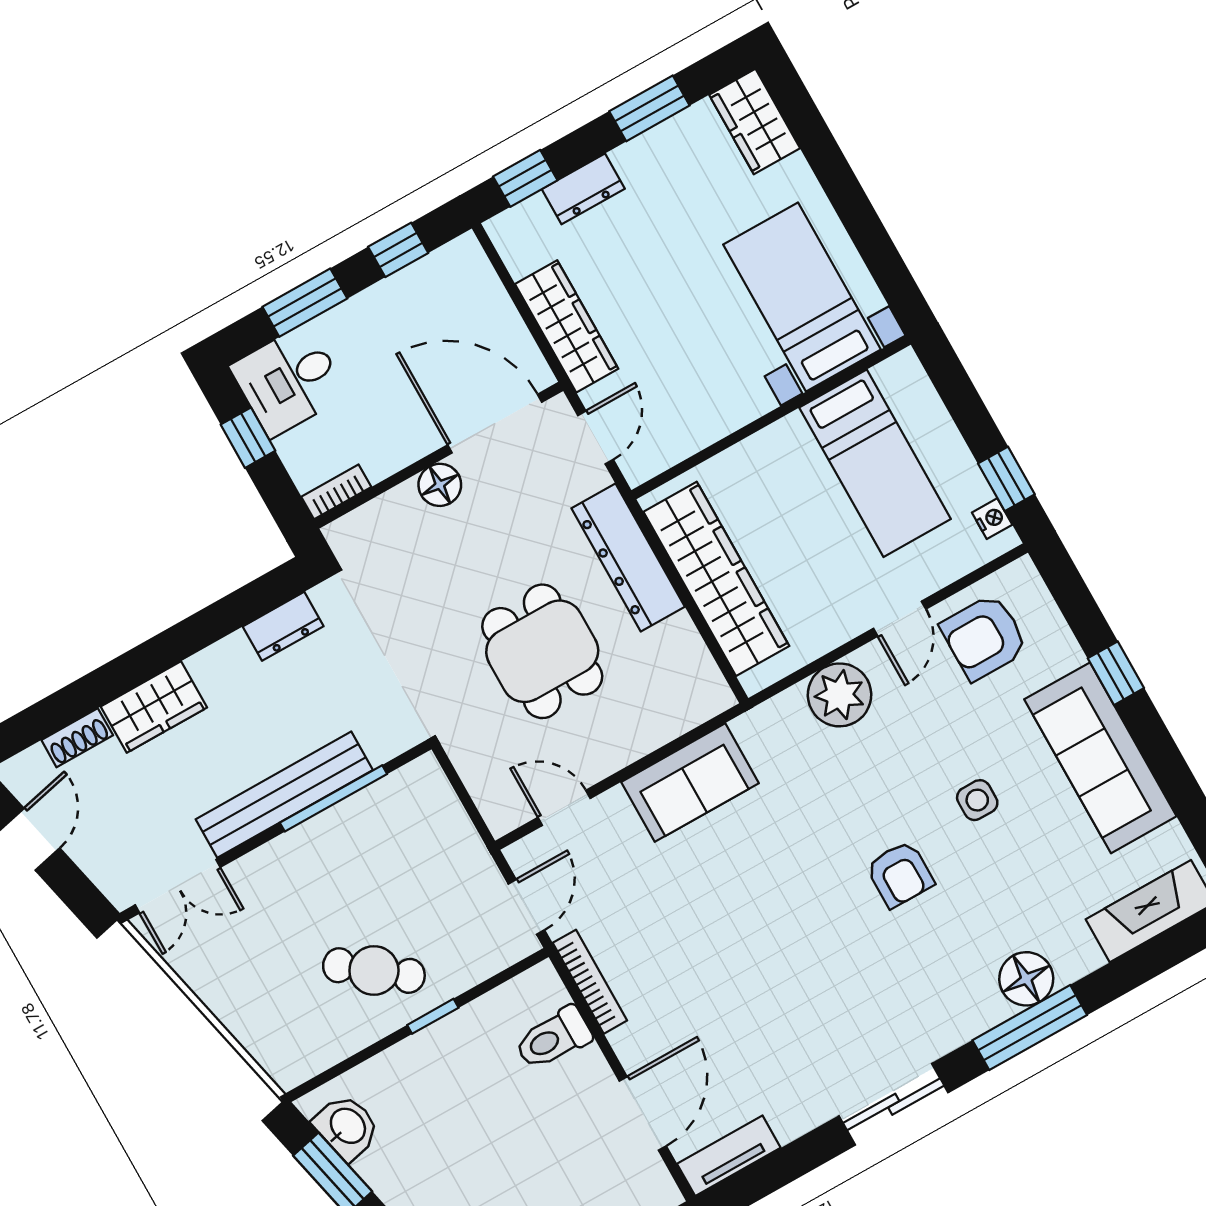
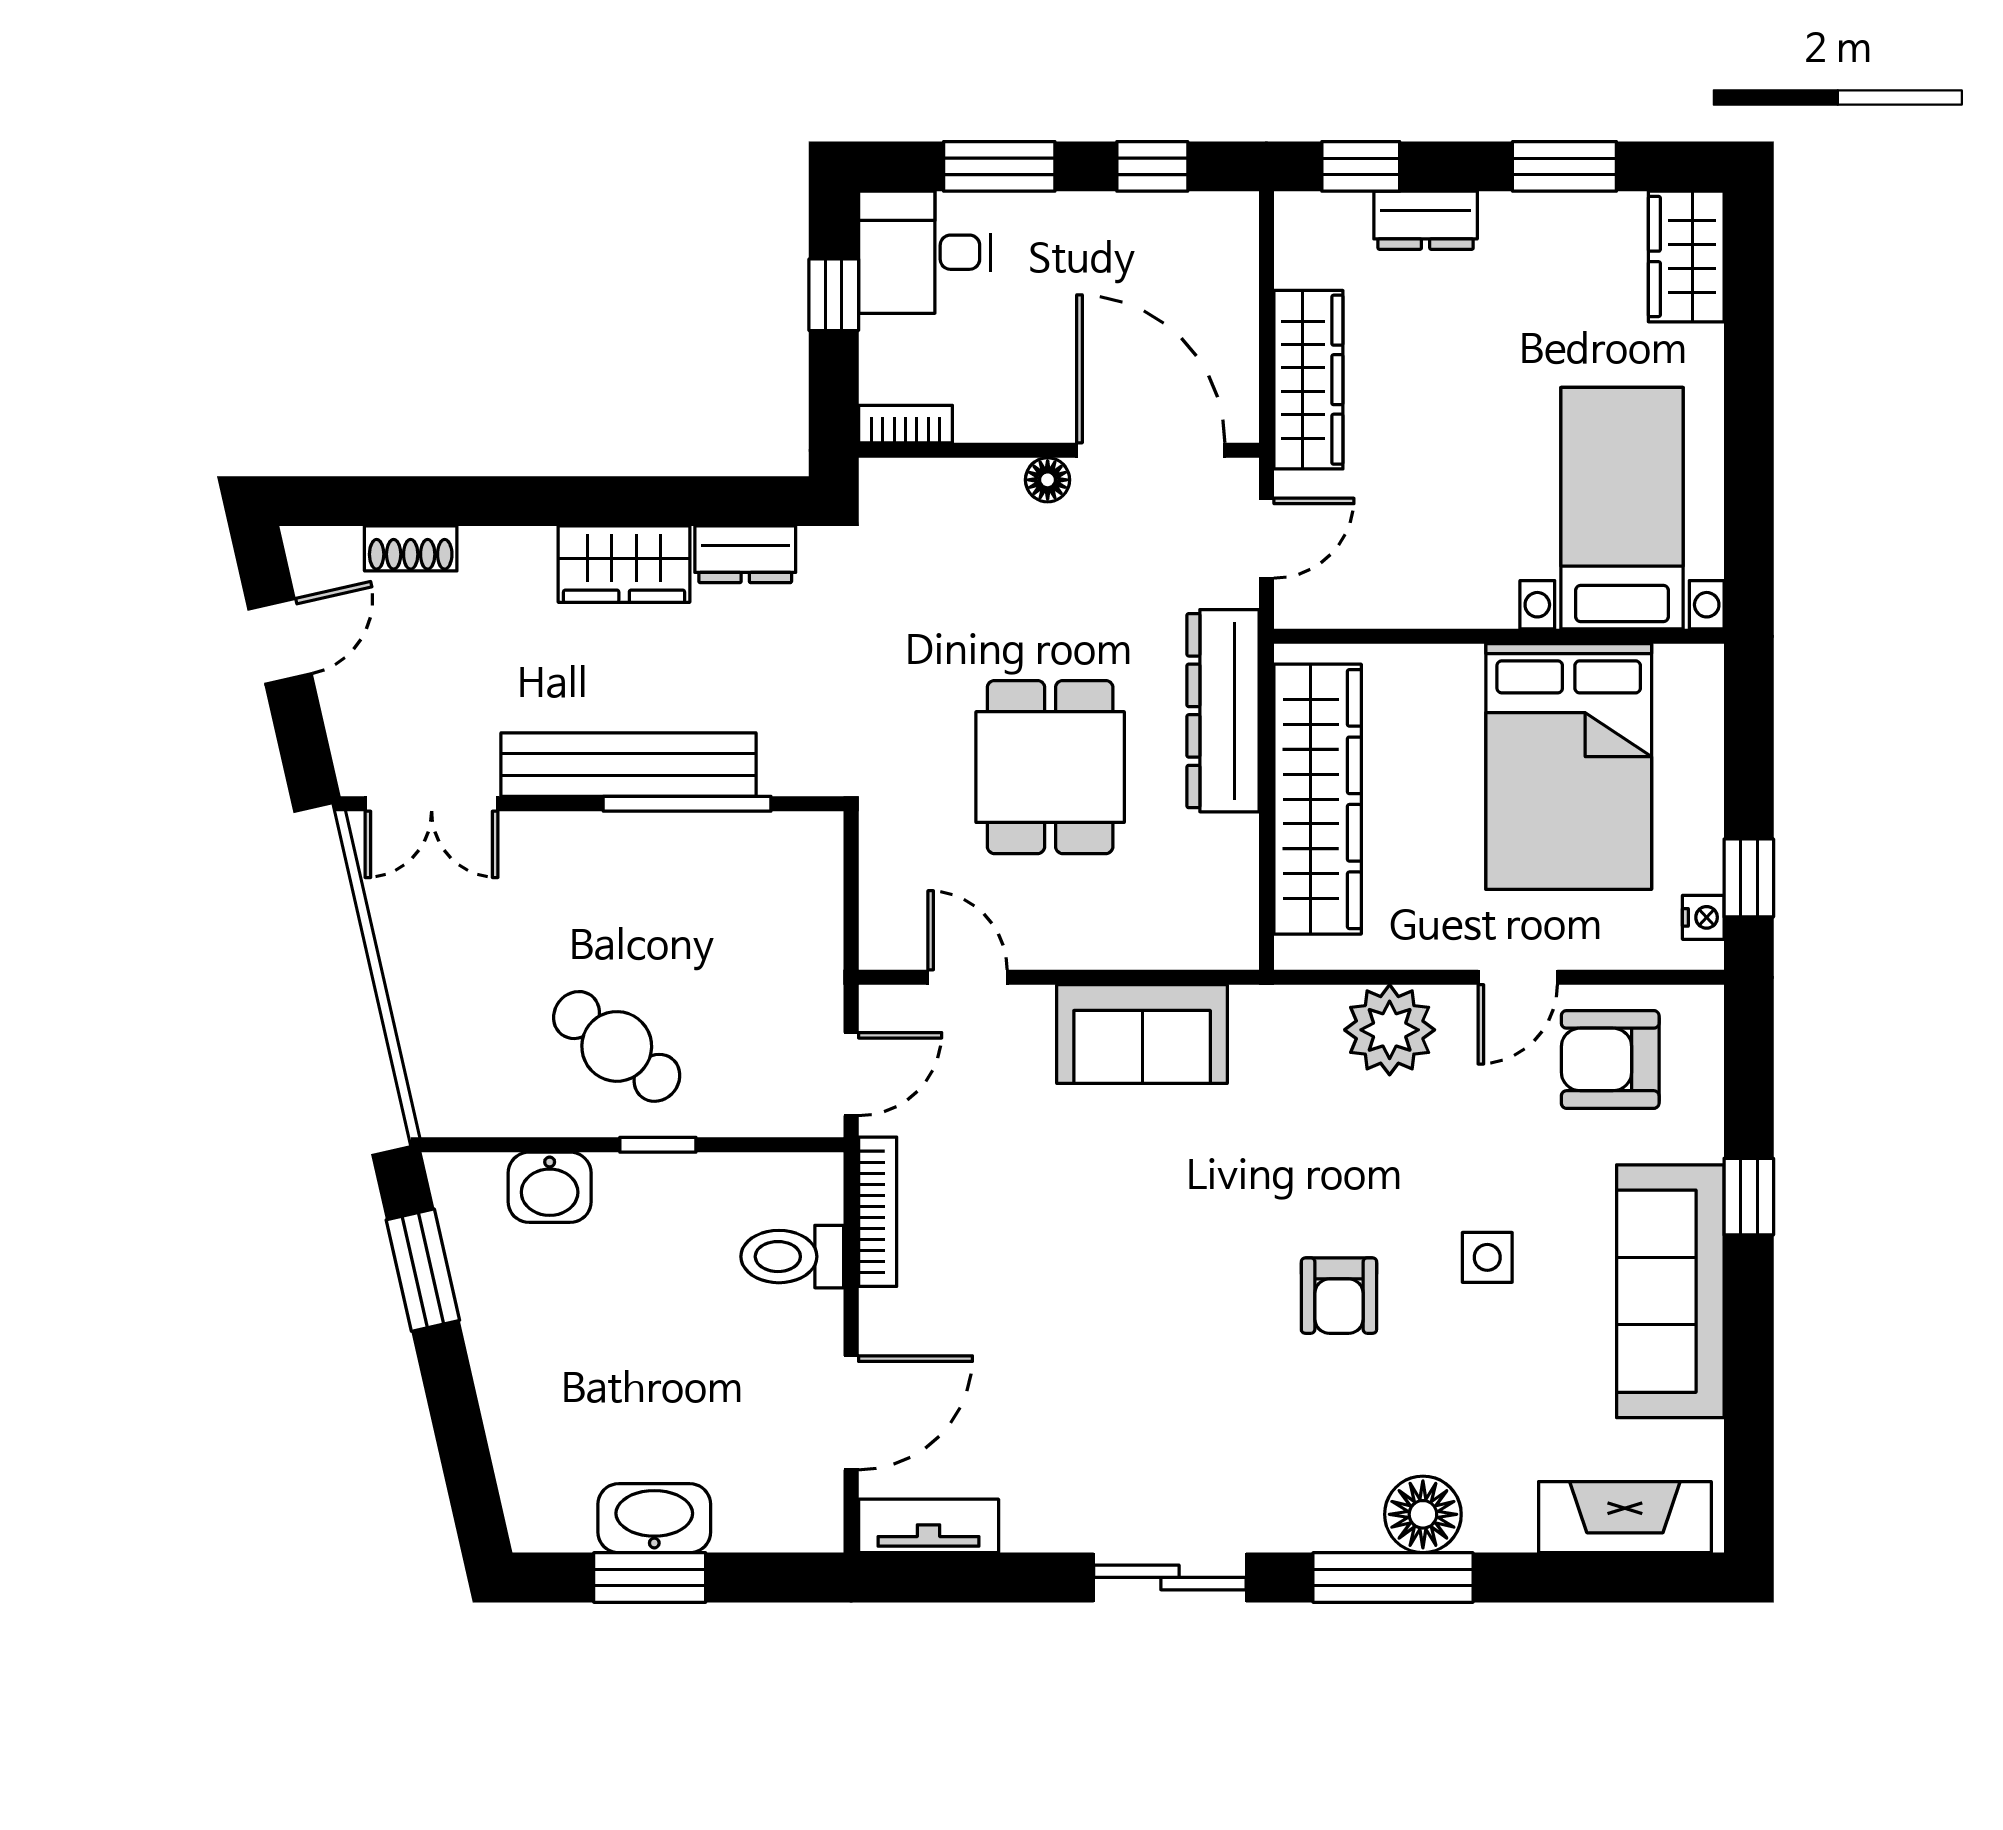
bed: (875, 463) -> (1569, 767), width x1.50
floor lamp: (440, 485) -> (1048, 480), width x0.73, depth x0.73
wardrobe: (154, 707) -> (624, 564), moved
washbasin: (347, 1127) -> (550, 1187), moved, turned 103

